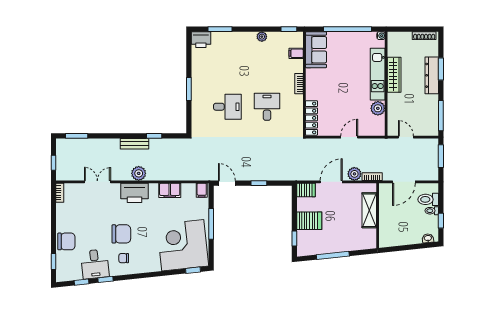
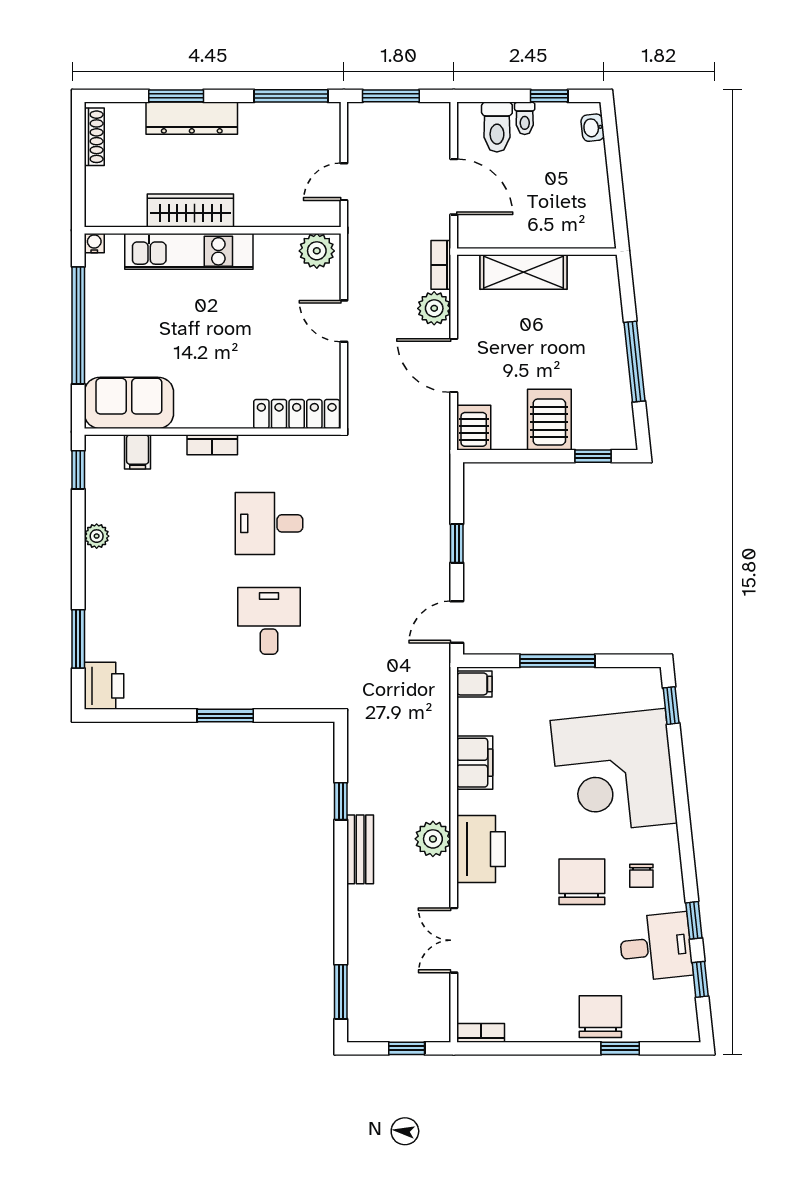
plant: (378, 108) -> (317, 251), moved
corner desk: (183, 245) -> (614, 772), moved
window: (54, 262) -> (620, 1048), moved

